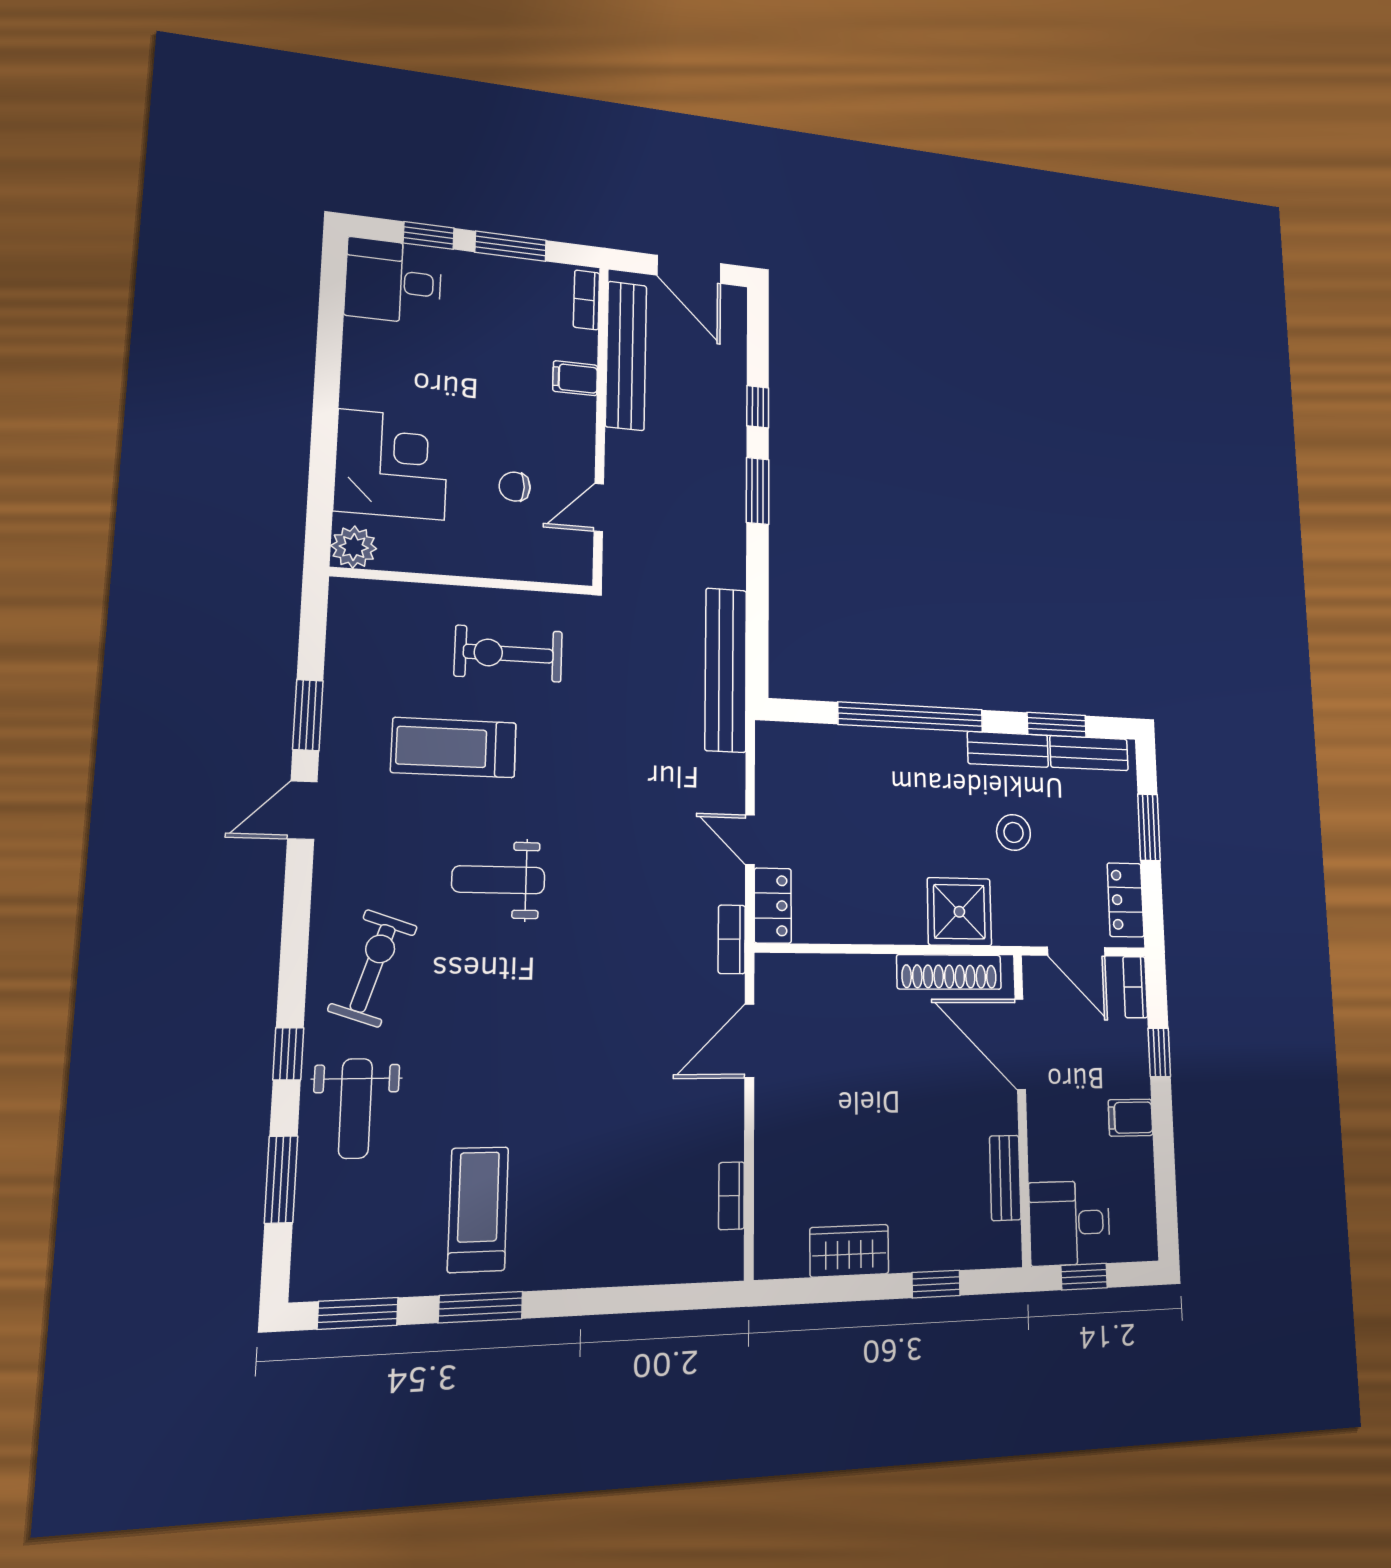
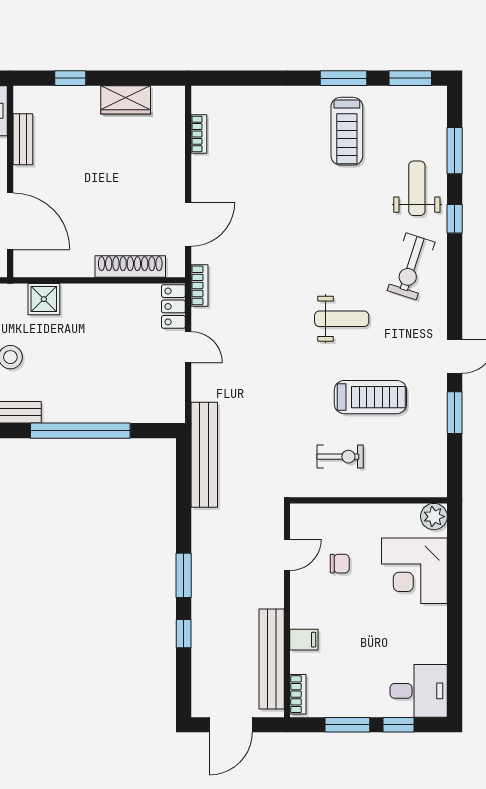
door: (689, 269) -> (231, 725), swing flipped
exercise bike: (509, 654) -> (340, 457), width x0.73, depth x0.72
shower: (959, 912) -> (44, 299), width x0.73, depth x0.73
shoe rack: (949, 972) -> (130, 266), moved

